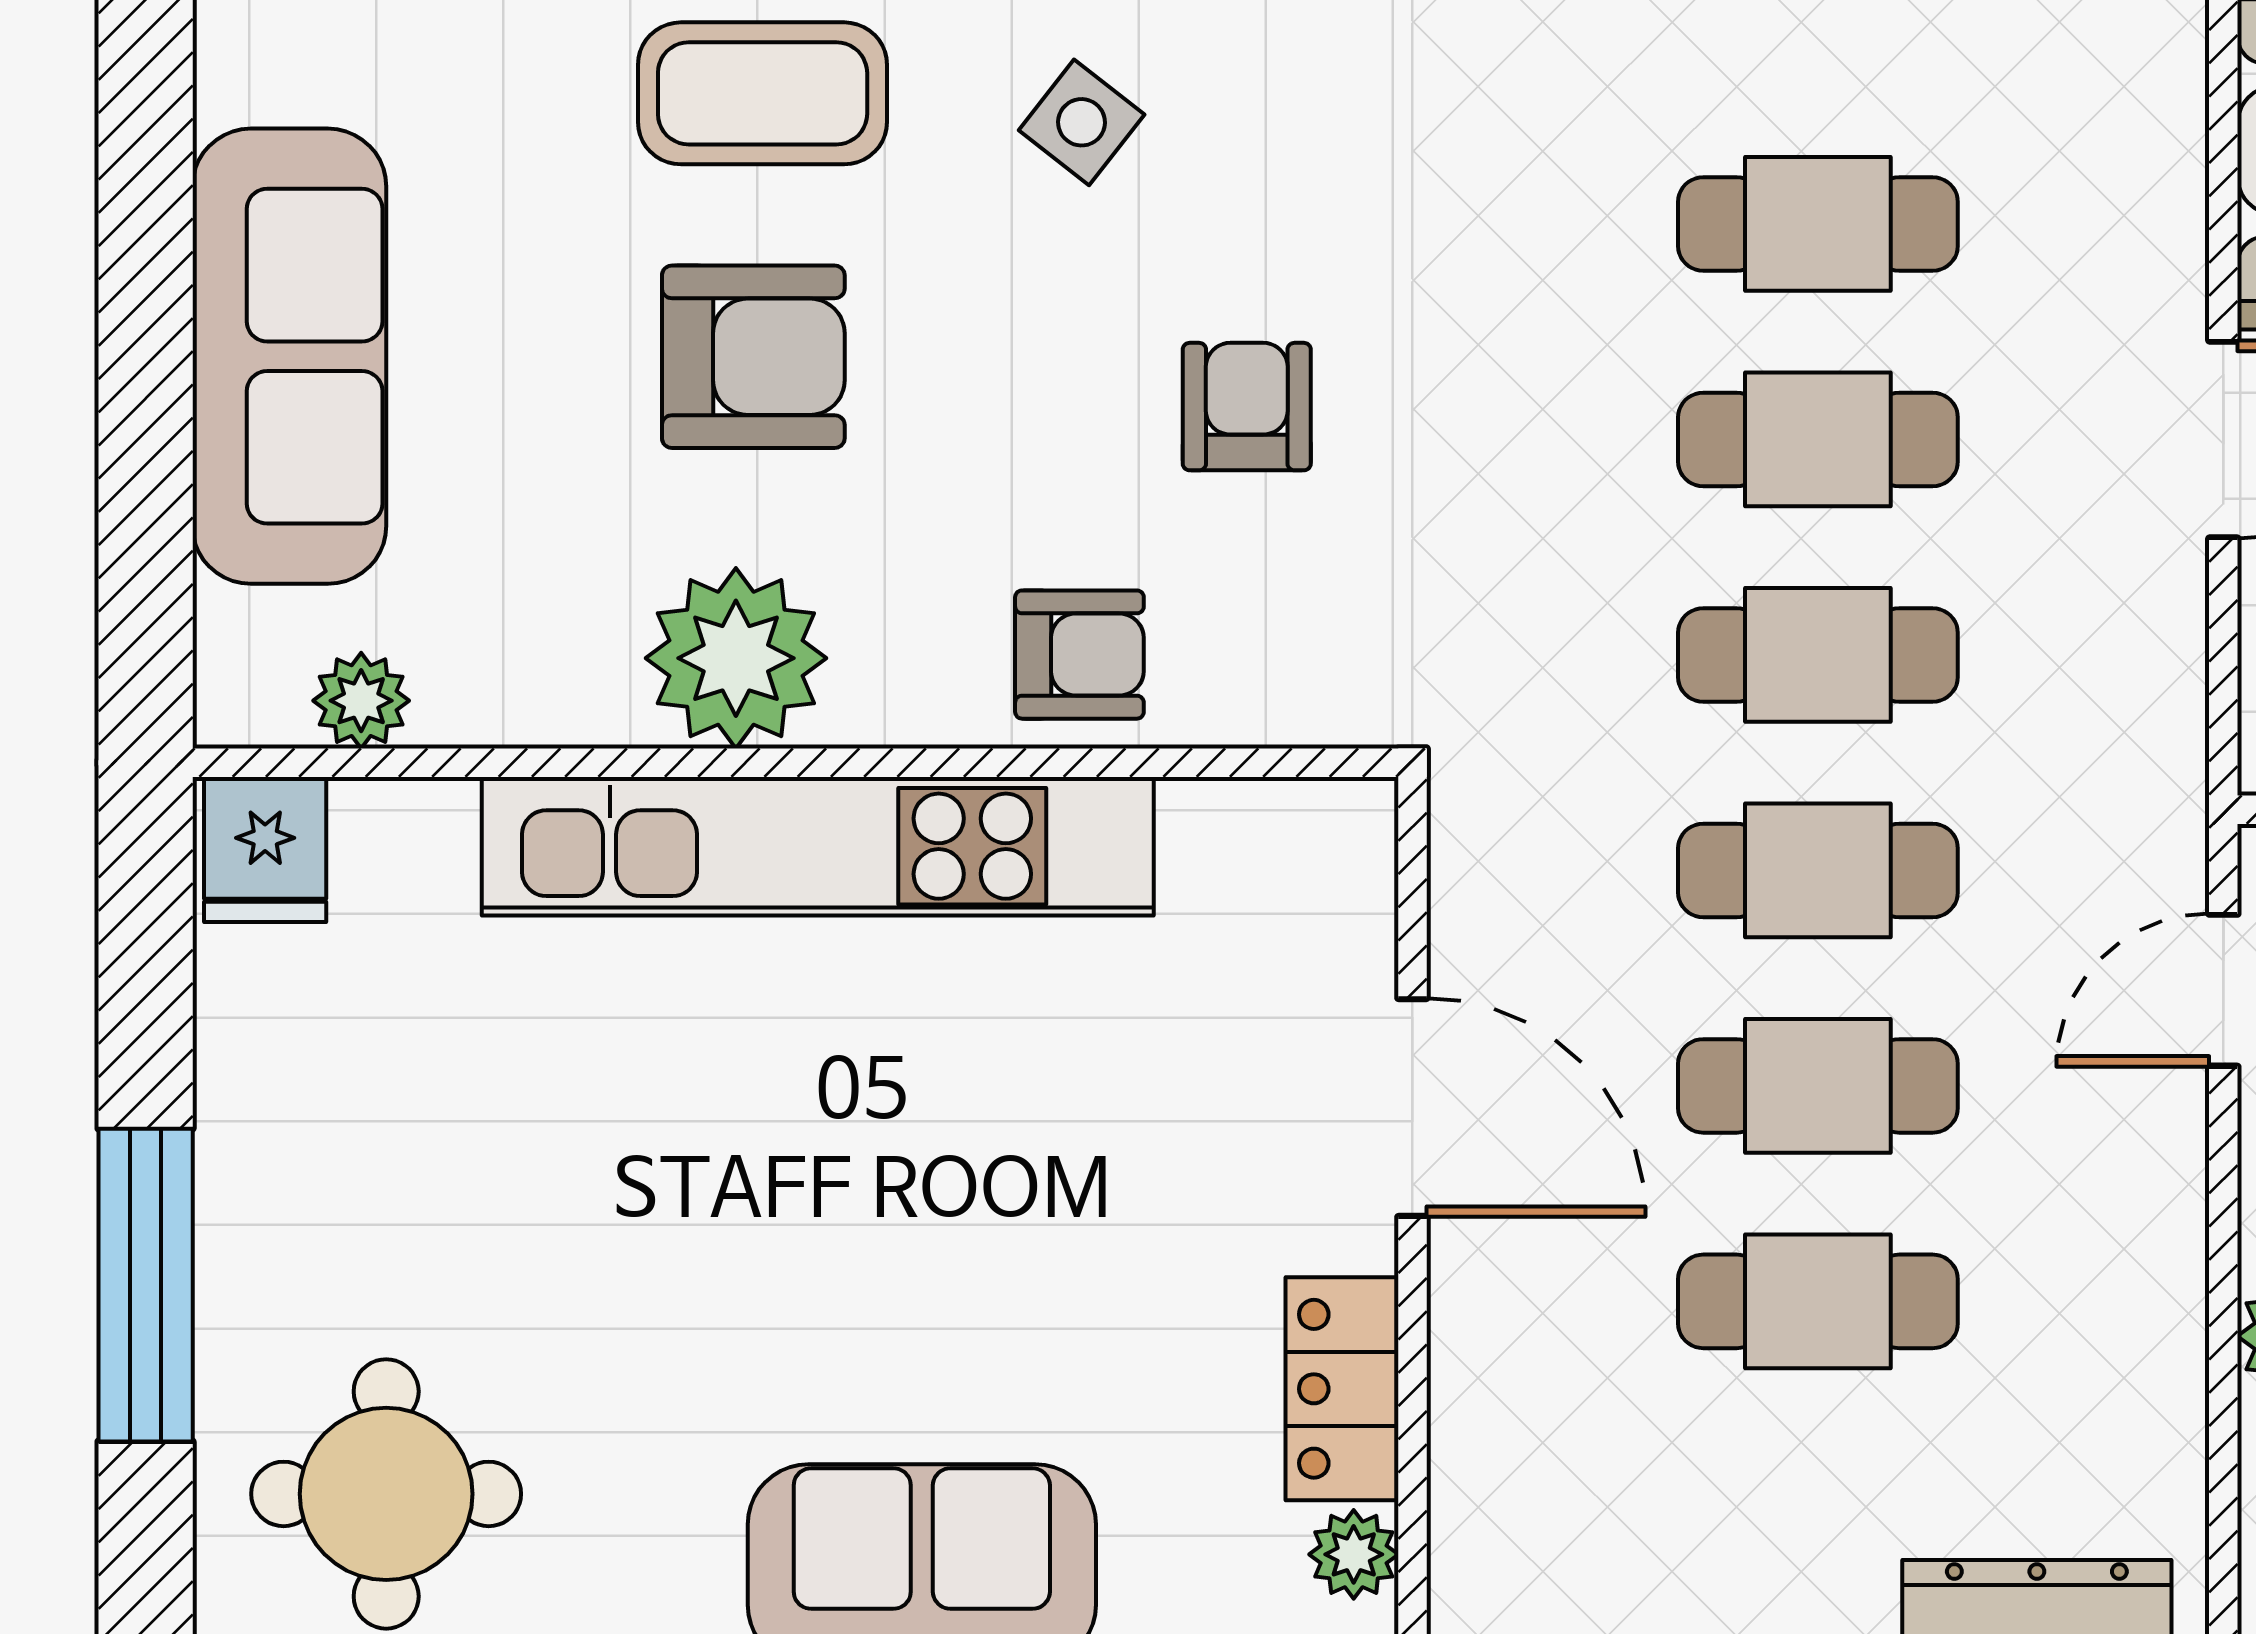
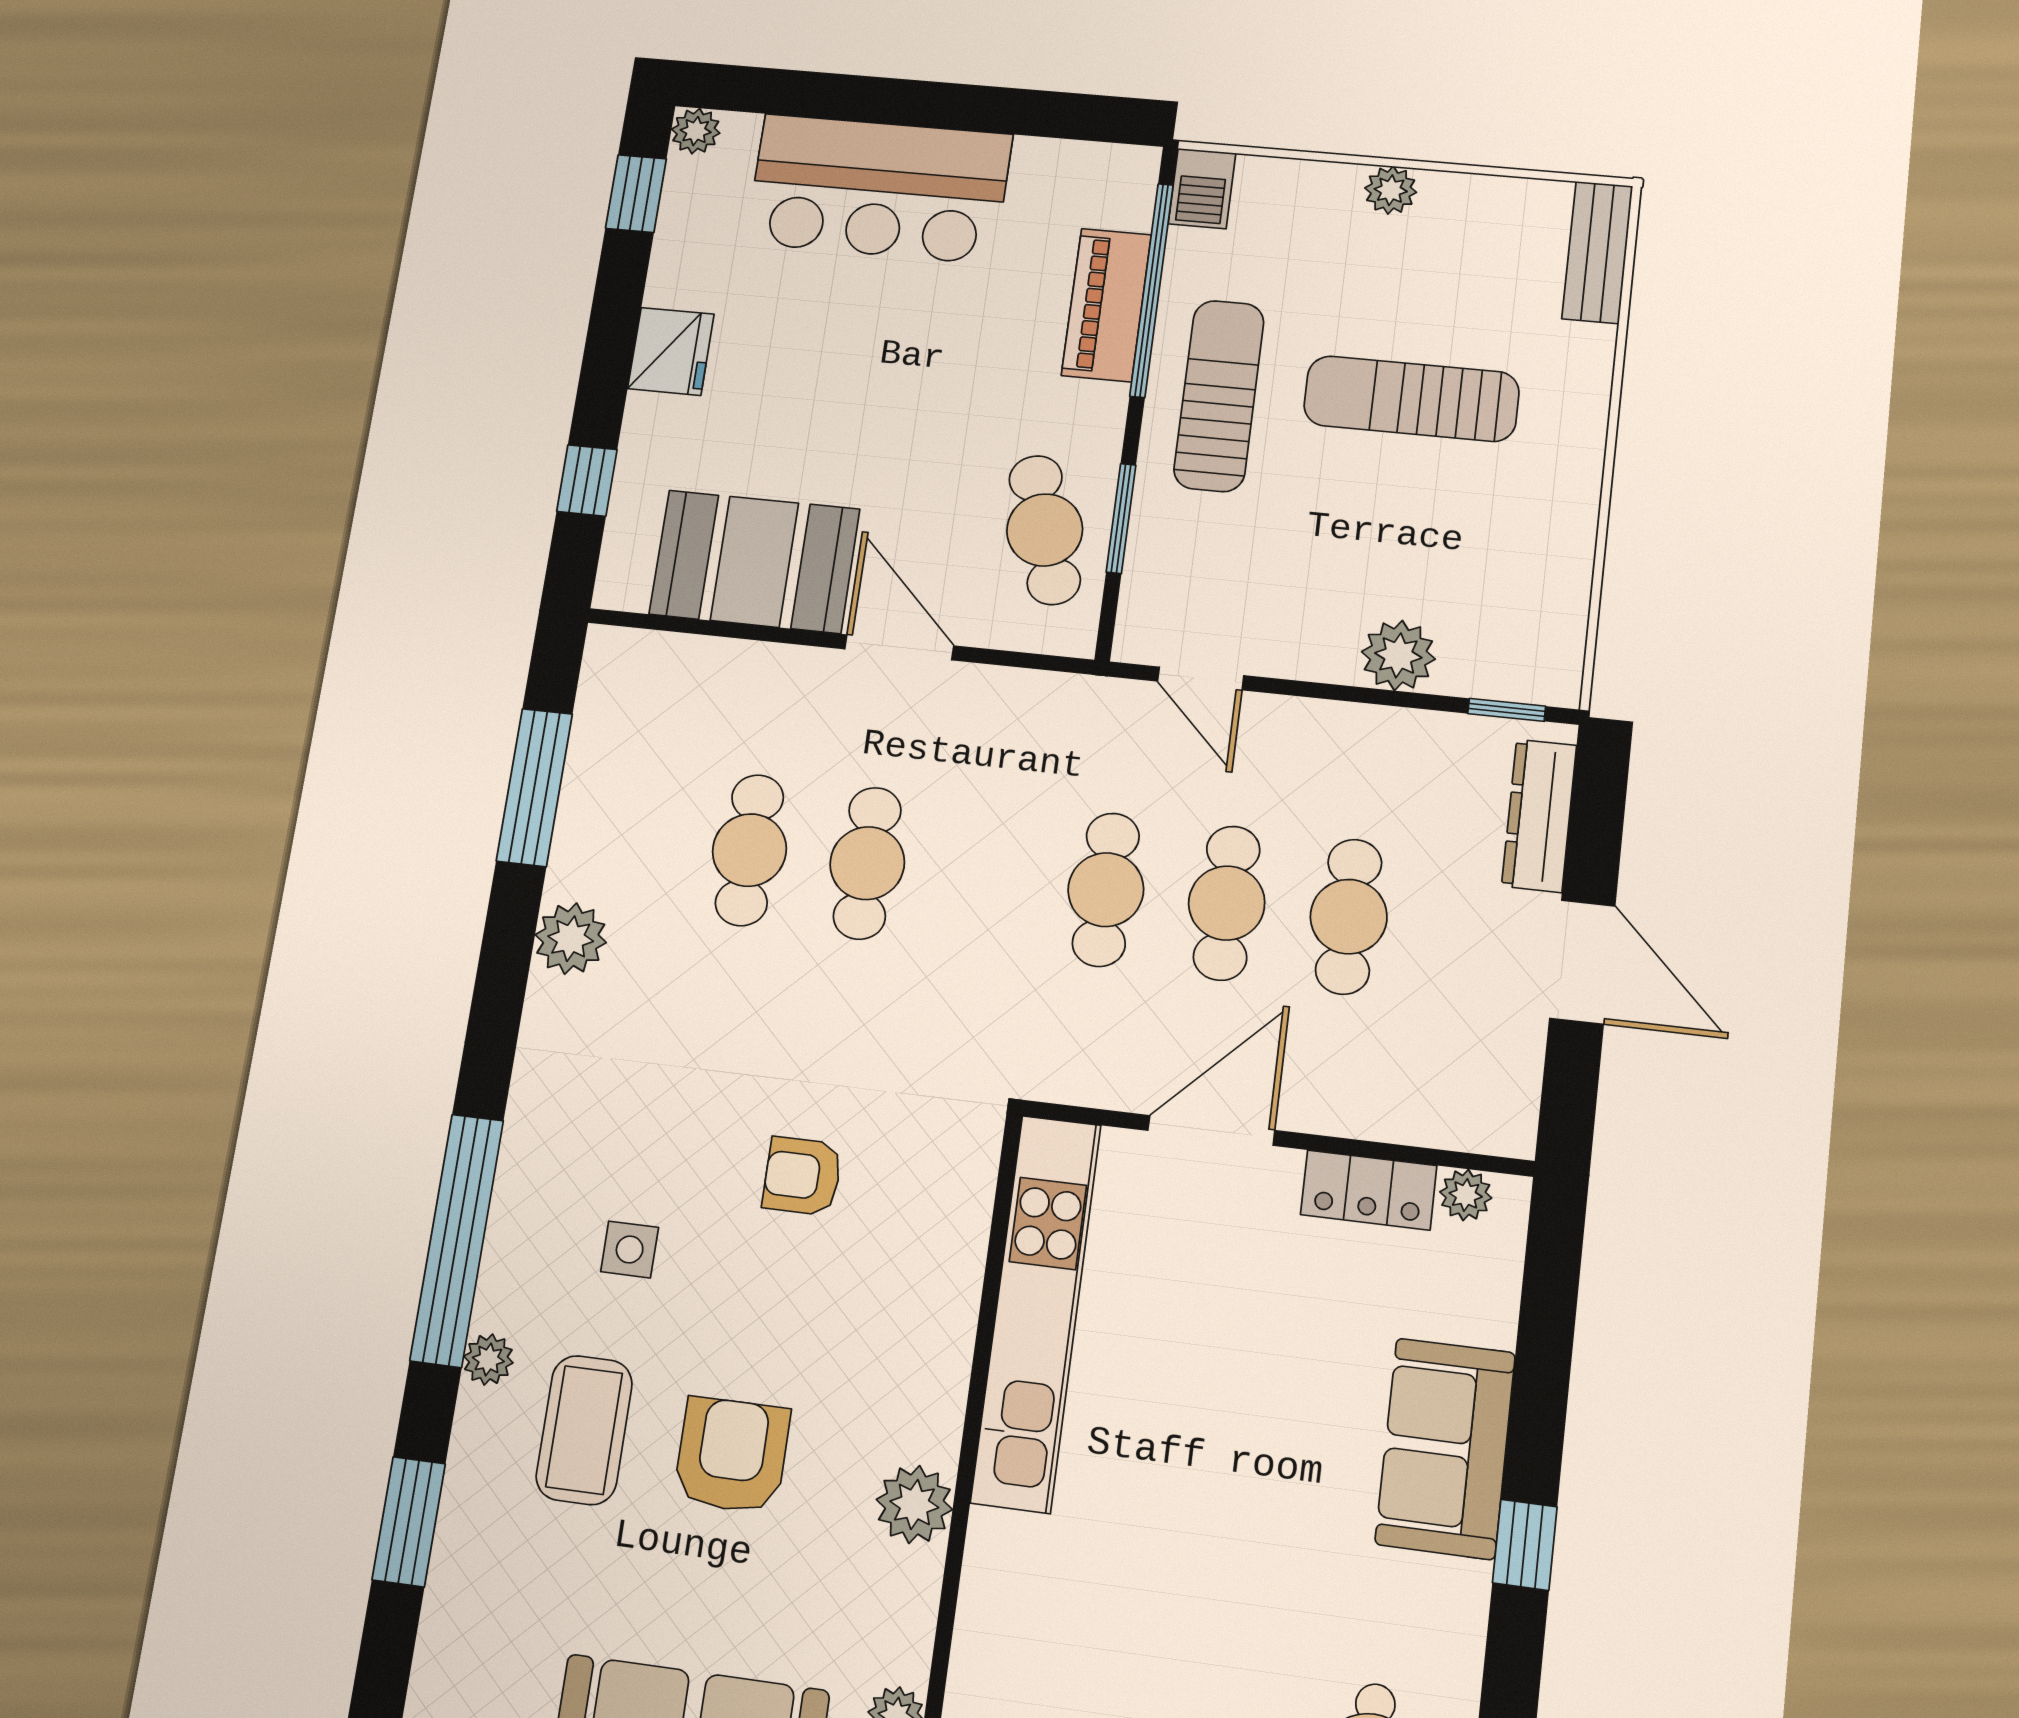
side table: (1082, 122) -> (630, 1249), turned -38
armchair: (1079, 655) -> (928, 1288), removed
cafe table: (1818, 655) -> (986, 876), removed
plant: (736, 658) -> (914, 1504), width x0.73, depth x0.73
kitchen unit: (818, 846) -> (1036, 1312), moved
window: (2223, 1537) -> (1507, 710), added

